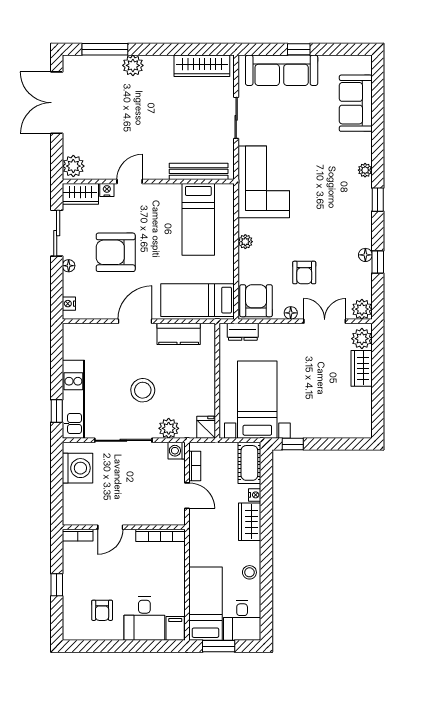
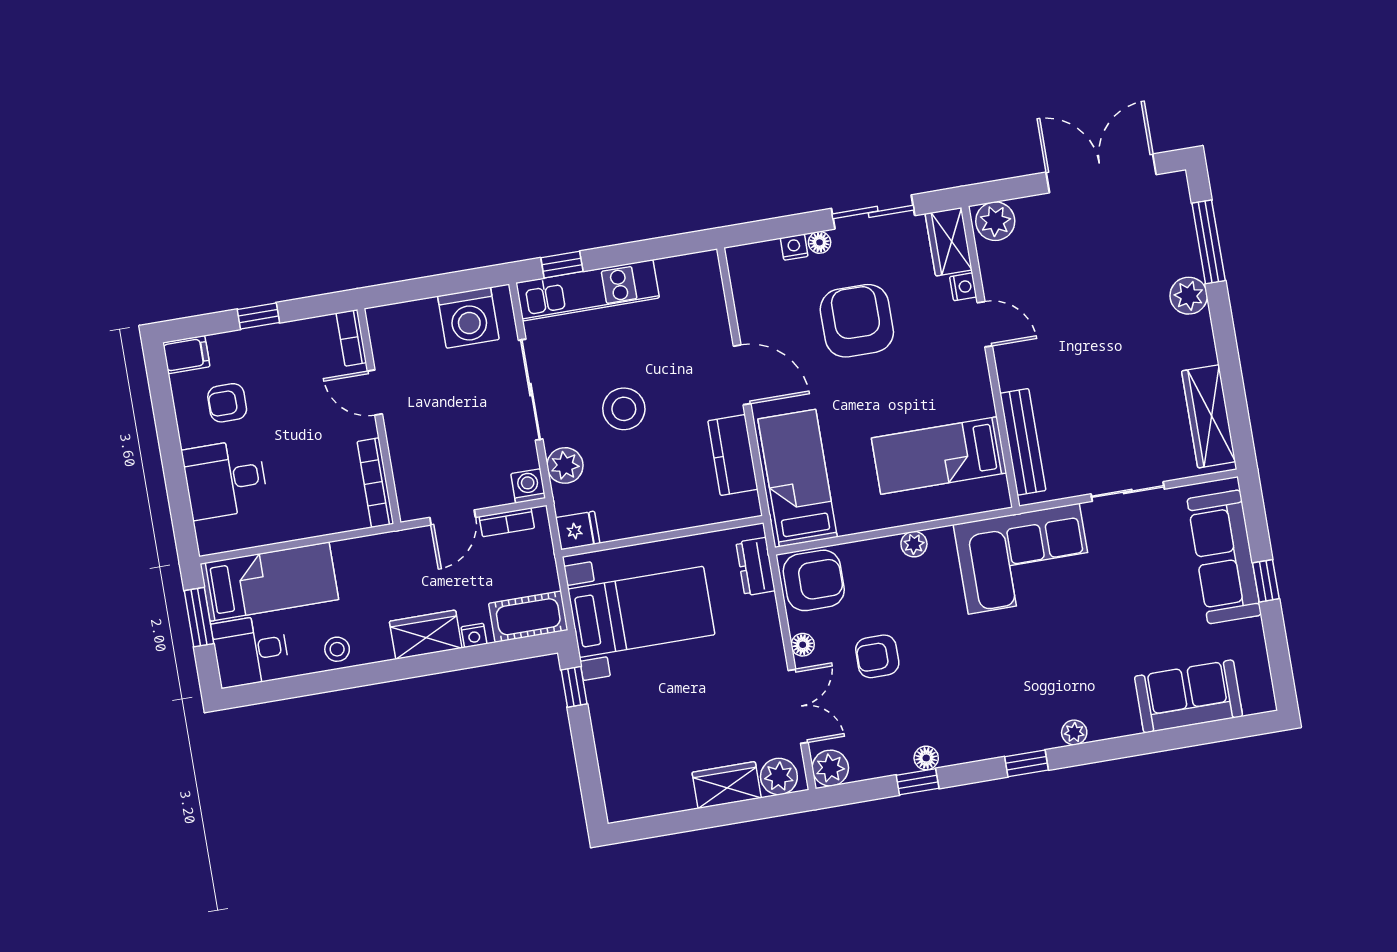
nightstand: (69, 304) -> (794, 247), moved
filing cabinet: (175, 628) -> (186, 355), moved

